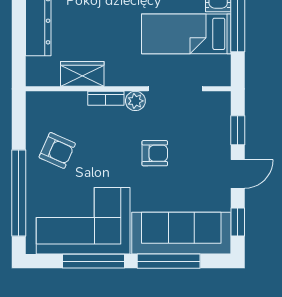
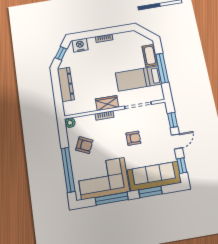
wardrobe: (82, 74) -> (107, 103), moved
plant: (135, 101) -> (70, 123), moved
window: (169, 261) -> (150, 192), width x0.69

